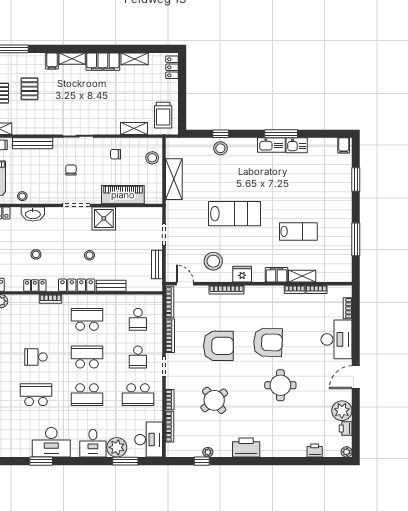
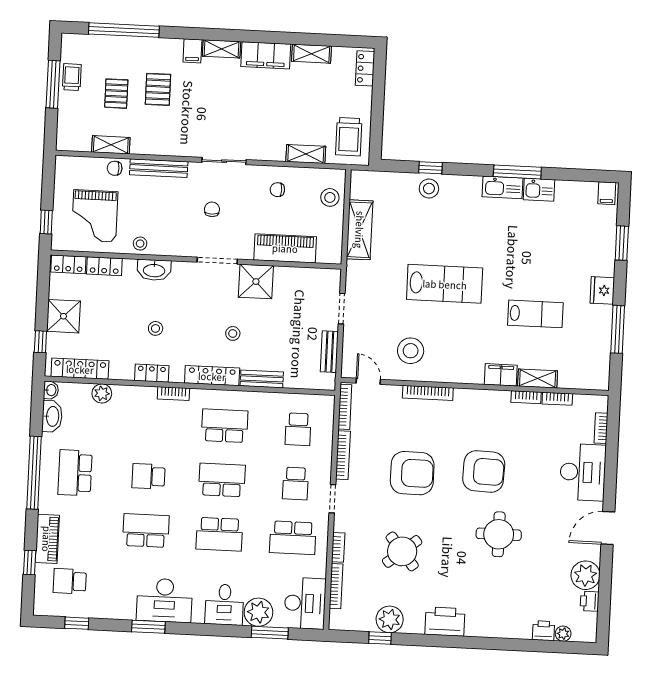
fridge: (242, 274) -> (602, 290), moved, turned -90
plant: (208, 452) -> (390, 619), width x1.88, depth x1.88
plant: (347, 452) -> (563, 634), moved

